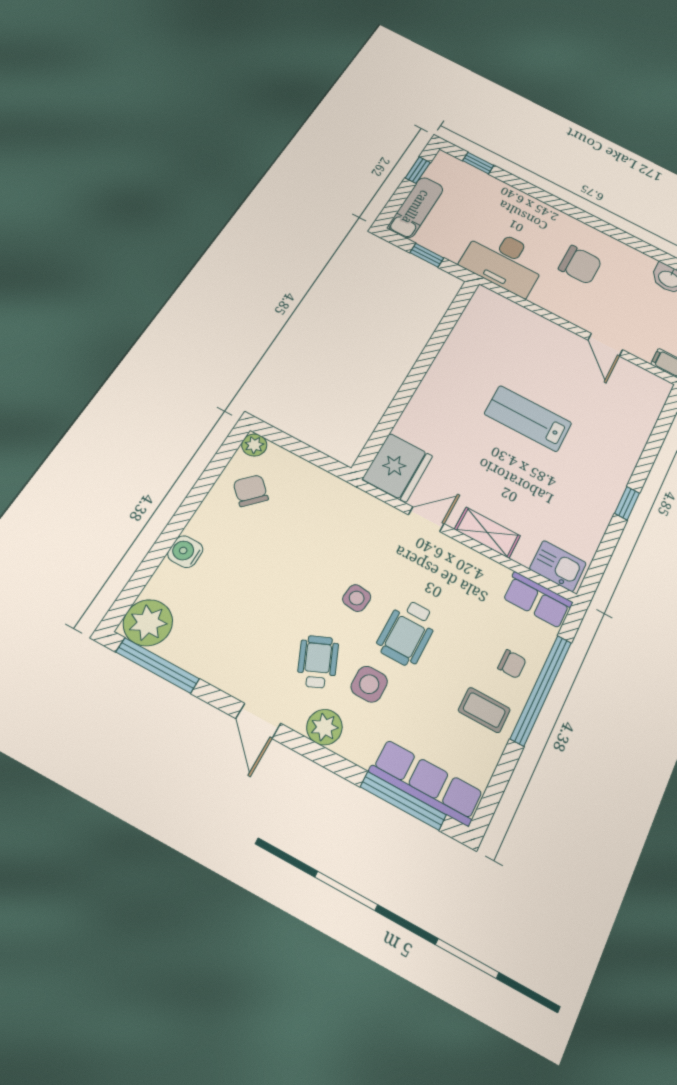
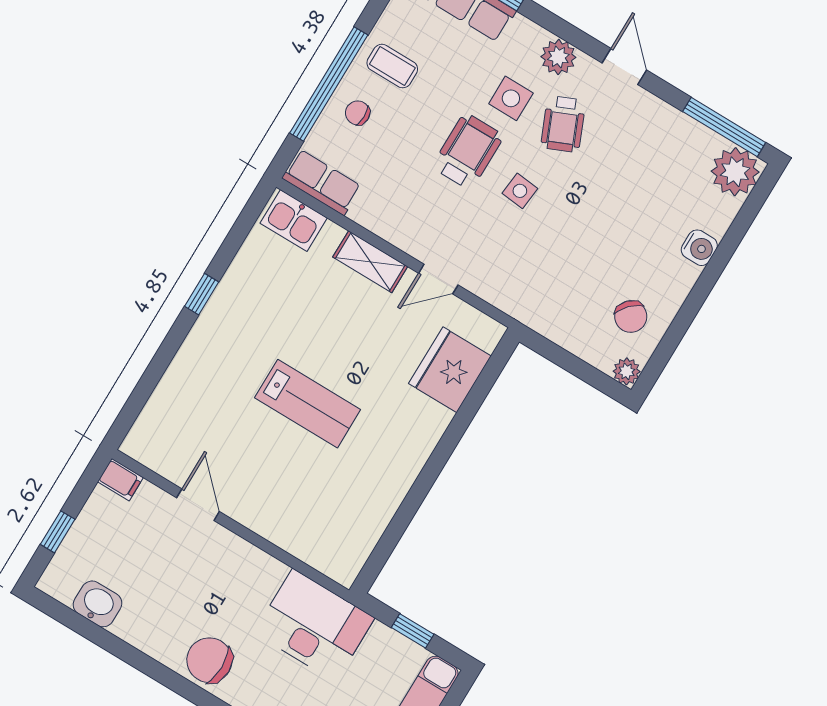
chair: (580, 265) -> (209, 660), moved
fridge: (398, 468) -> (450, 370), moved

